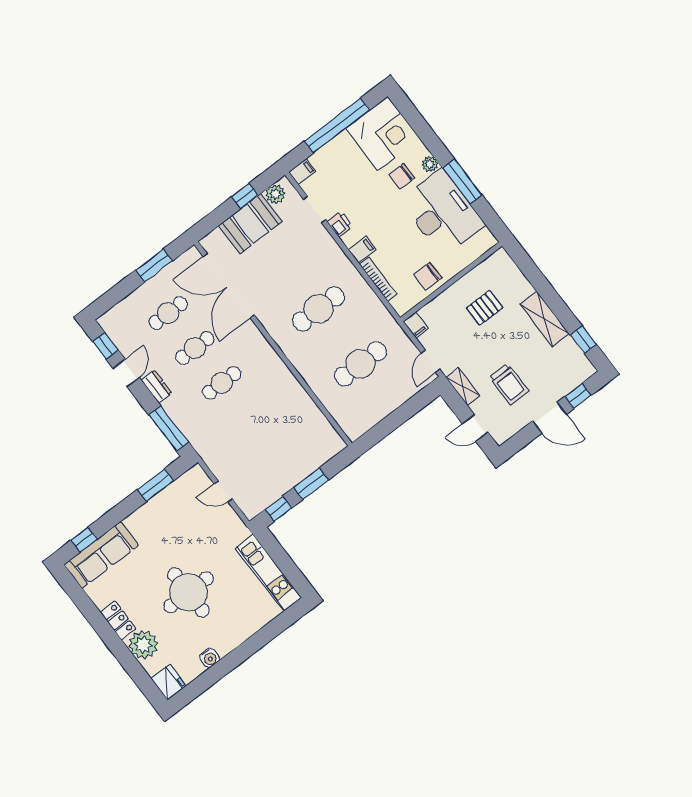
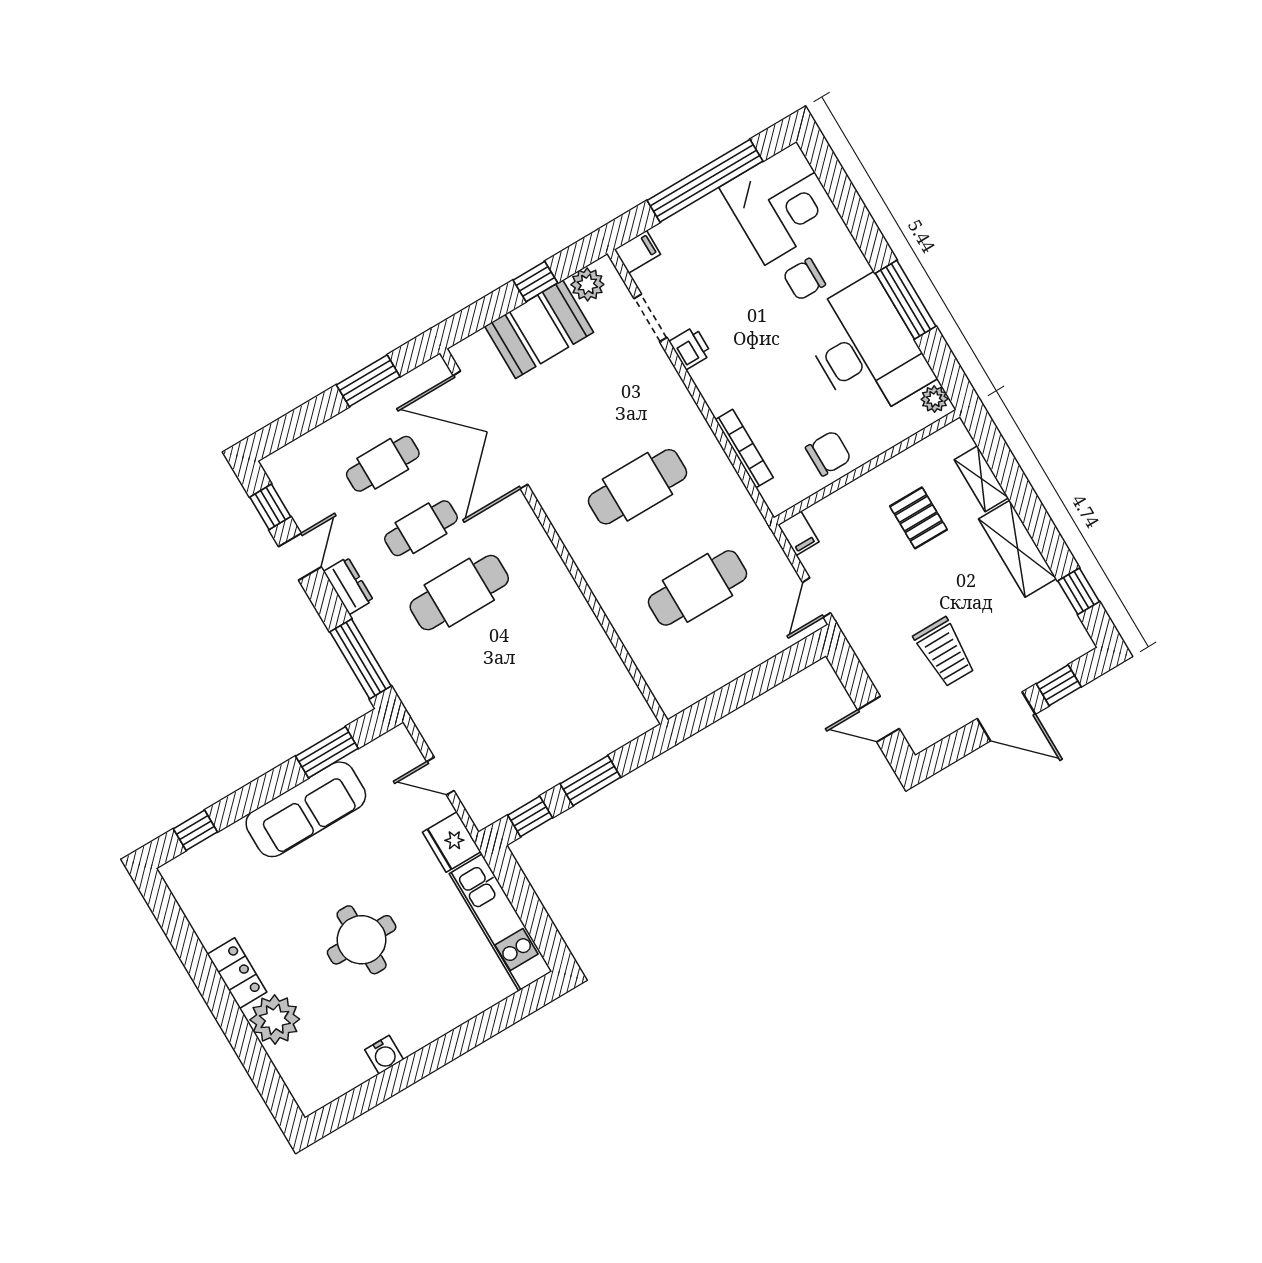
plant: (430, 164) -> (934, 399), moved
filing cabinet: (362, 250) -> (723, 395), removed
chair: (428, 276) -> (828, 453), turned 180
pallet: (485, 308) -> (918, 518), turned 90
cafe table: (222, 383) -> (459, 593), width x1.37, depth x1.35
shelving: (463, 387) -> (981, 479), moved
sofa: (101, 555) -> (306, 809), moved
round table: (188, 592) -> (362, 940), width x0.73, depth x0.73
fridge: (169, 682) -> (452, 842), moved, turned 180

